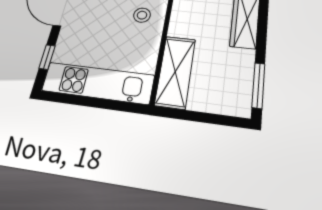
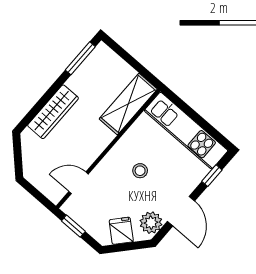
stool: (142, 15) -> (140, 171), moved

